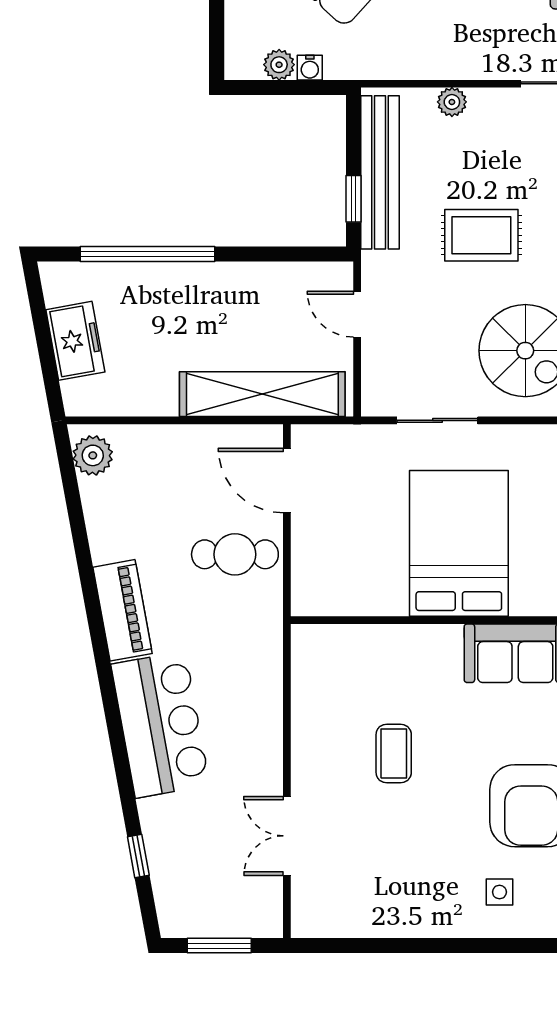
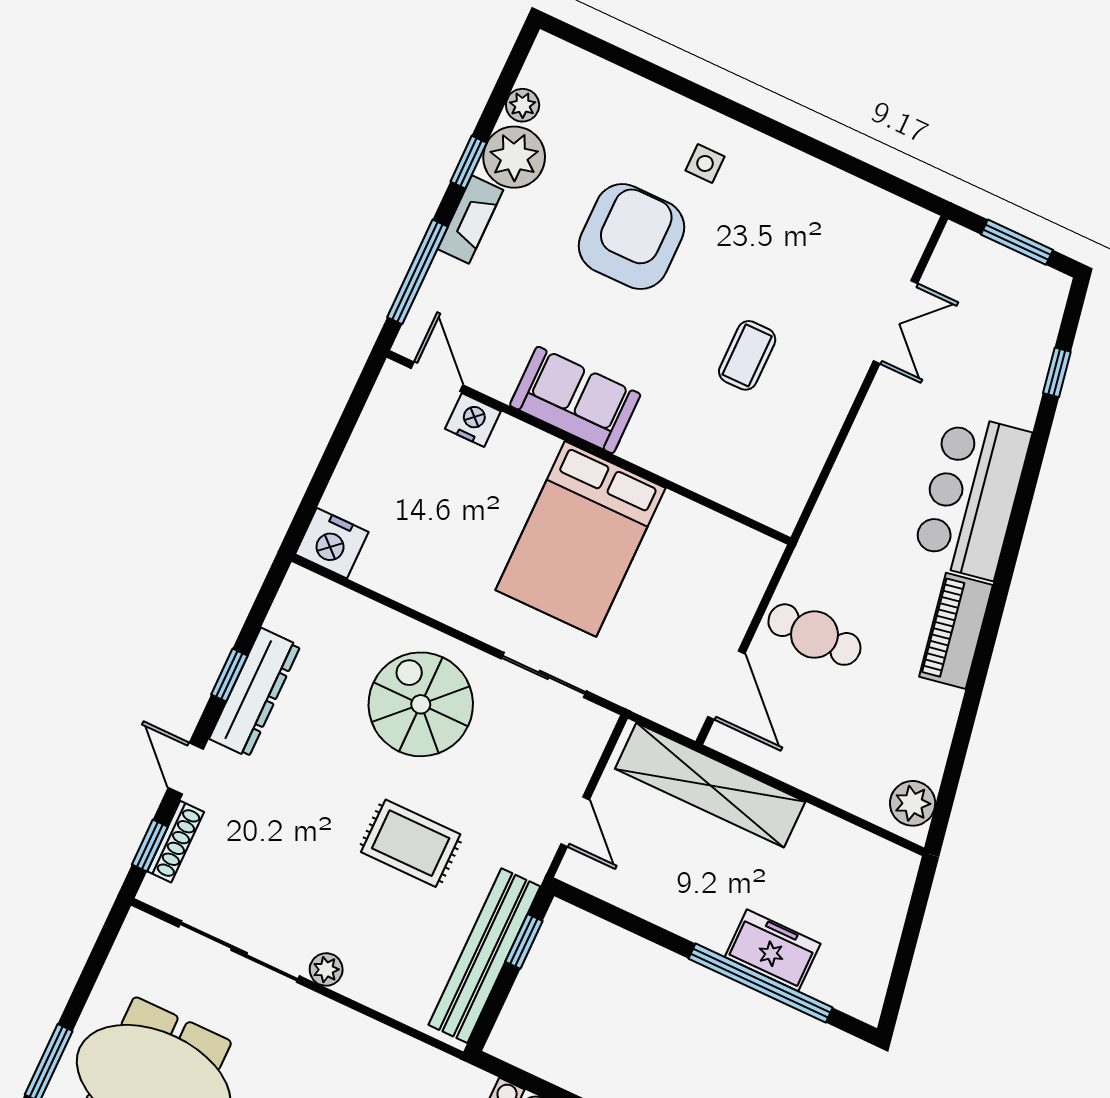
plant: (452, 102) -> (326, 969), moved
freezer: (75, 341) -> (773, 950), moved, turned 100

